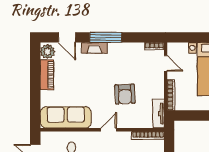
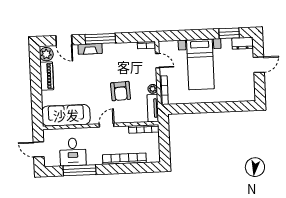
plant: (159, 93) -> (153, 89), added

